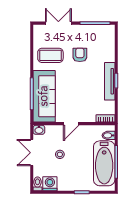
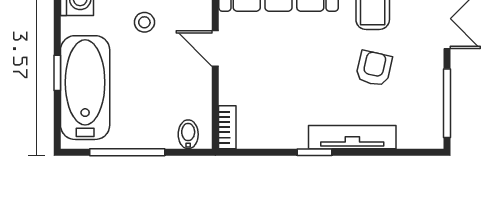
armchair: (80, 55) -> (374, 68), turned -77
tv unit: (110, 81) -> (352, 137), moved
bathtub: (104, 163) -> (85, 88), moved, turned 90

